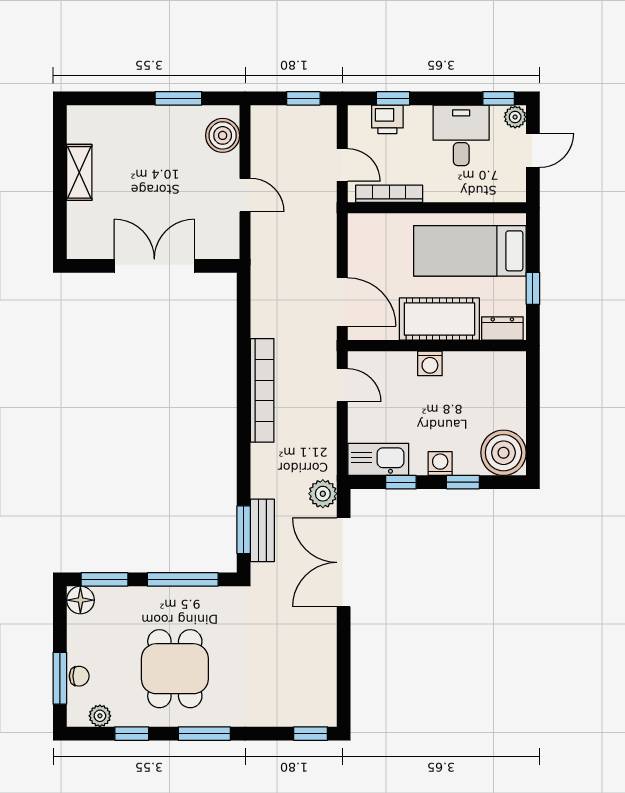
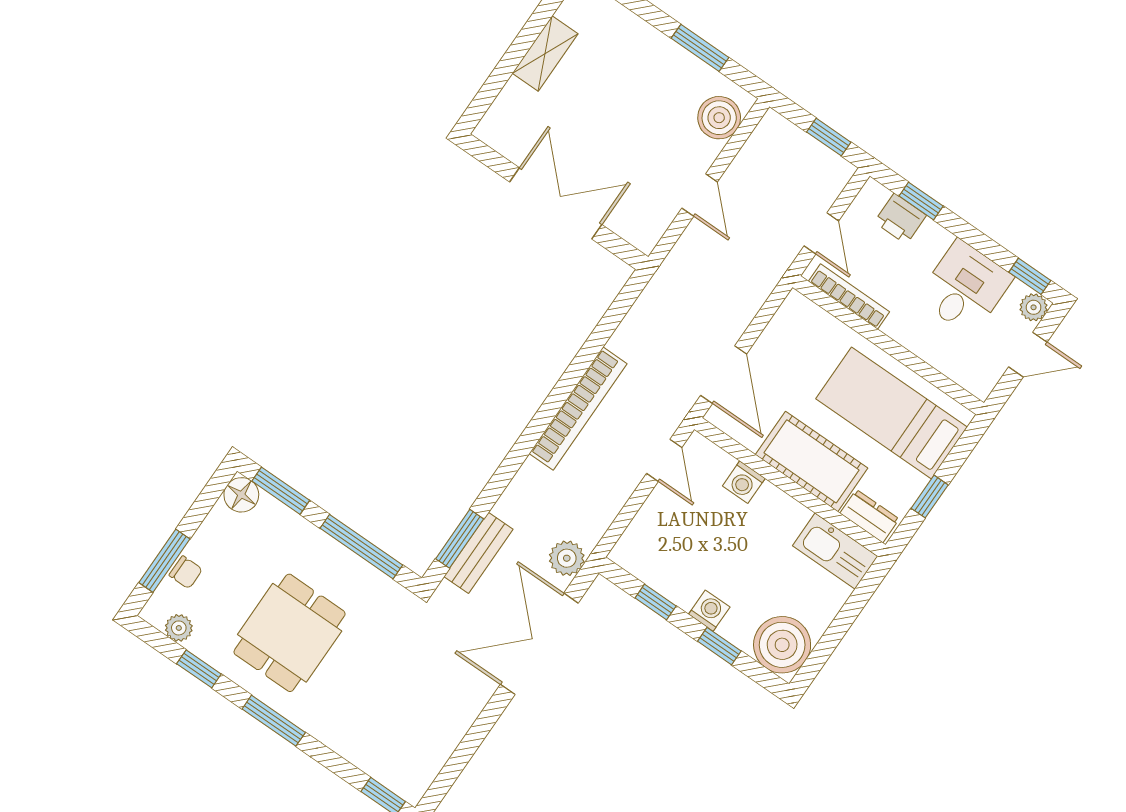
washing machine: (430, 363) -> (744, 482), moved
kitchen sink: (378, 459) -> (835, 551), moved, turned 180

